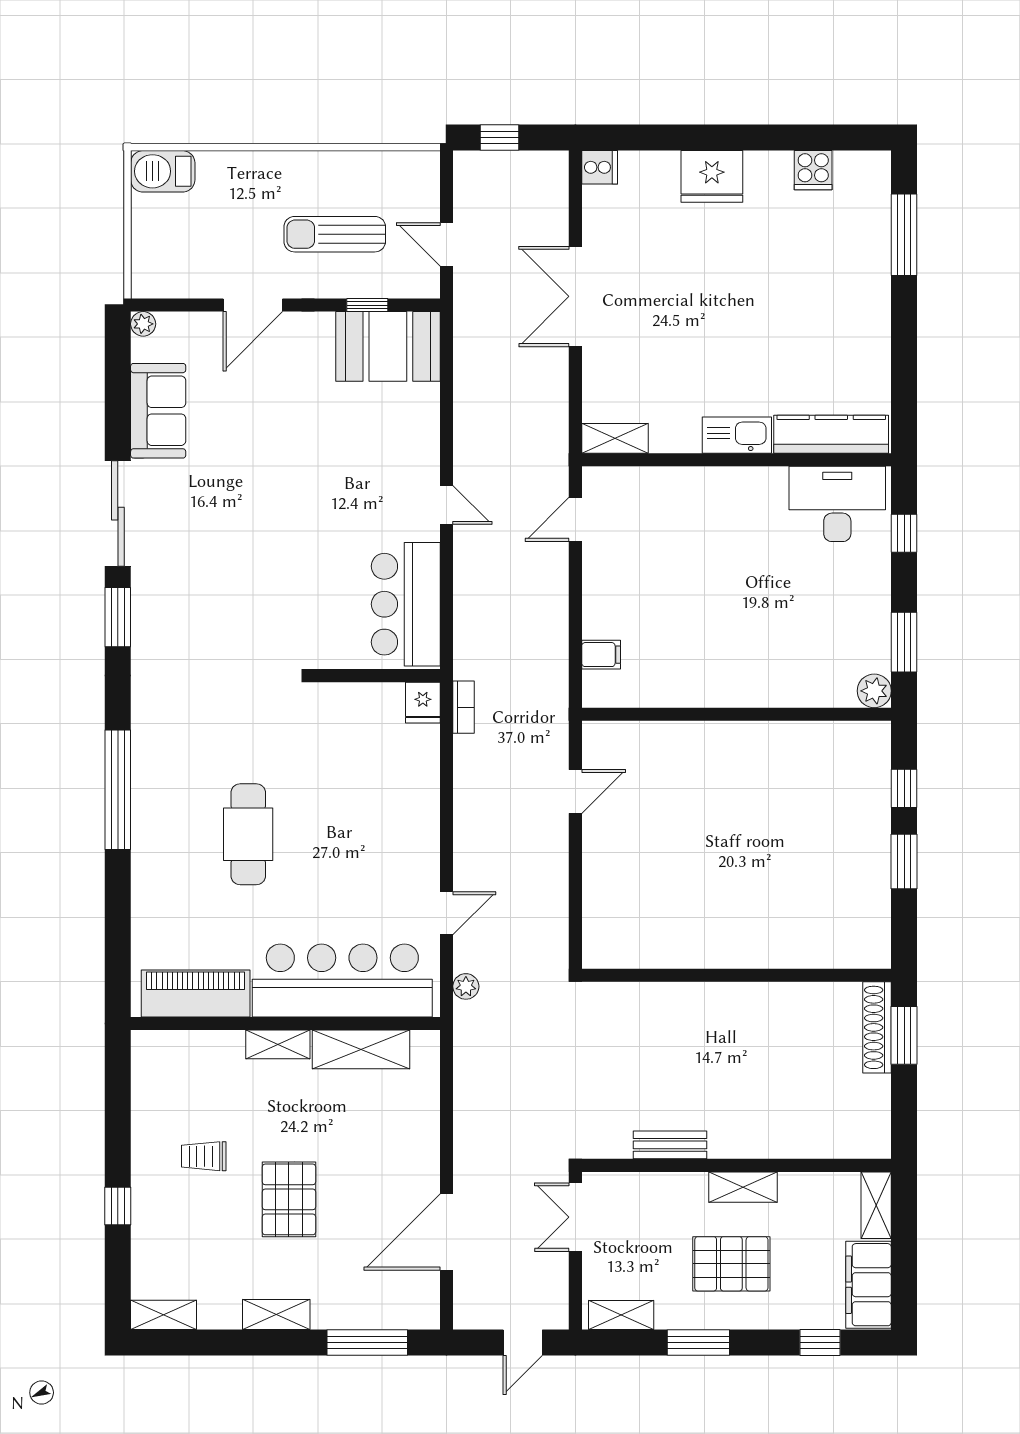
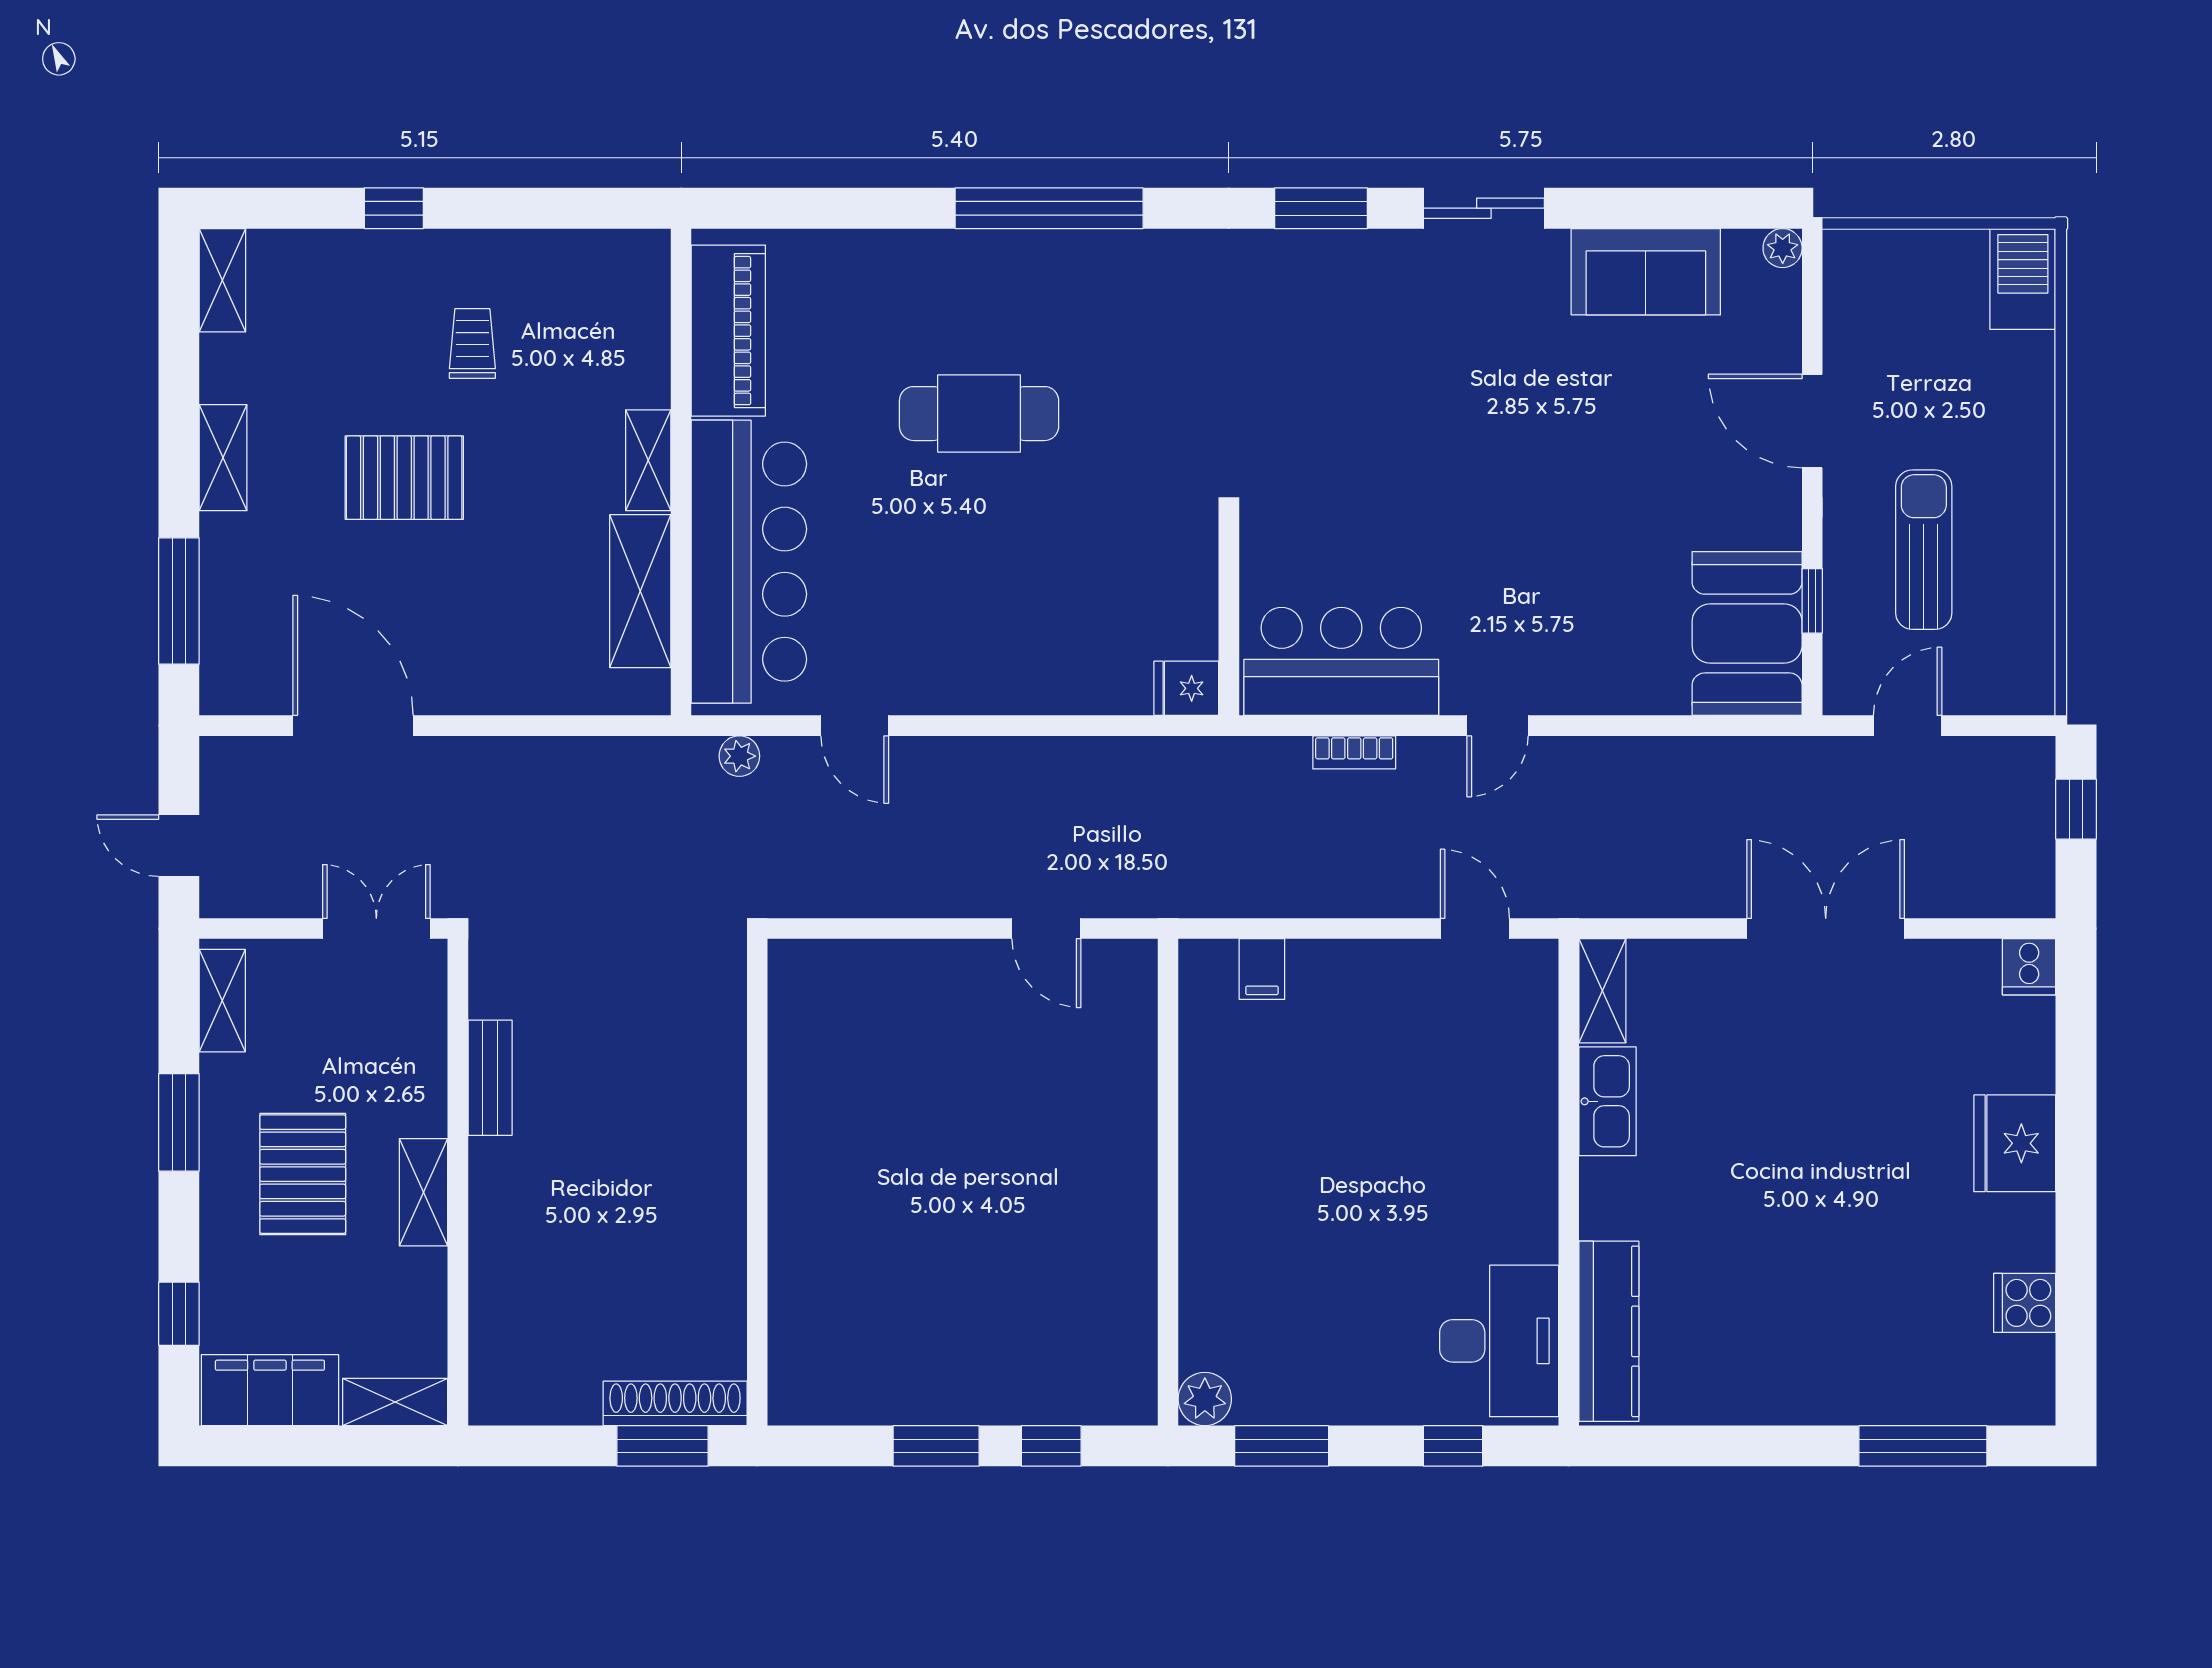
kitchen sink: (737, 435) -> (1608, 1101), moved
sliding door: (118, 514) -> (1484, 208), width x0.73
bookcase: (463, 707) -> (1354, 752), moved

